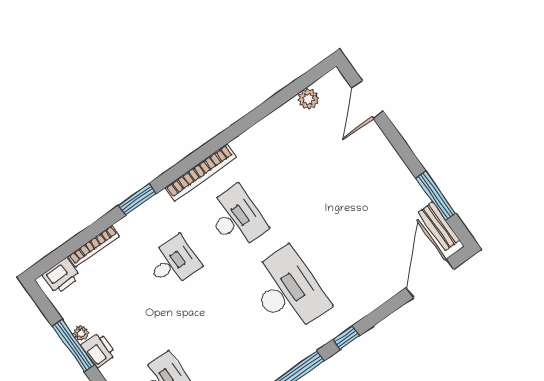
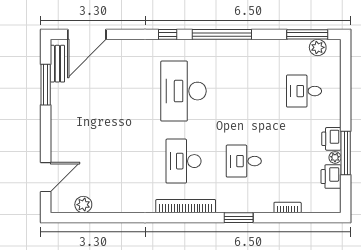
bookcase: (94, 246) -> (288, 208), width x0.64
printer: (61, 276) -> (331, 177), moved, turned -90

